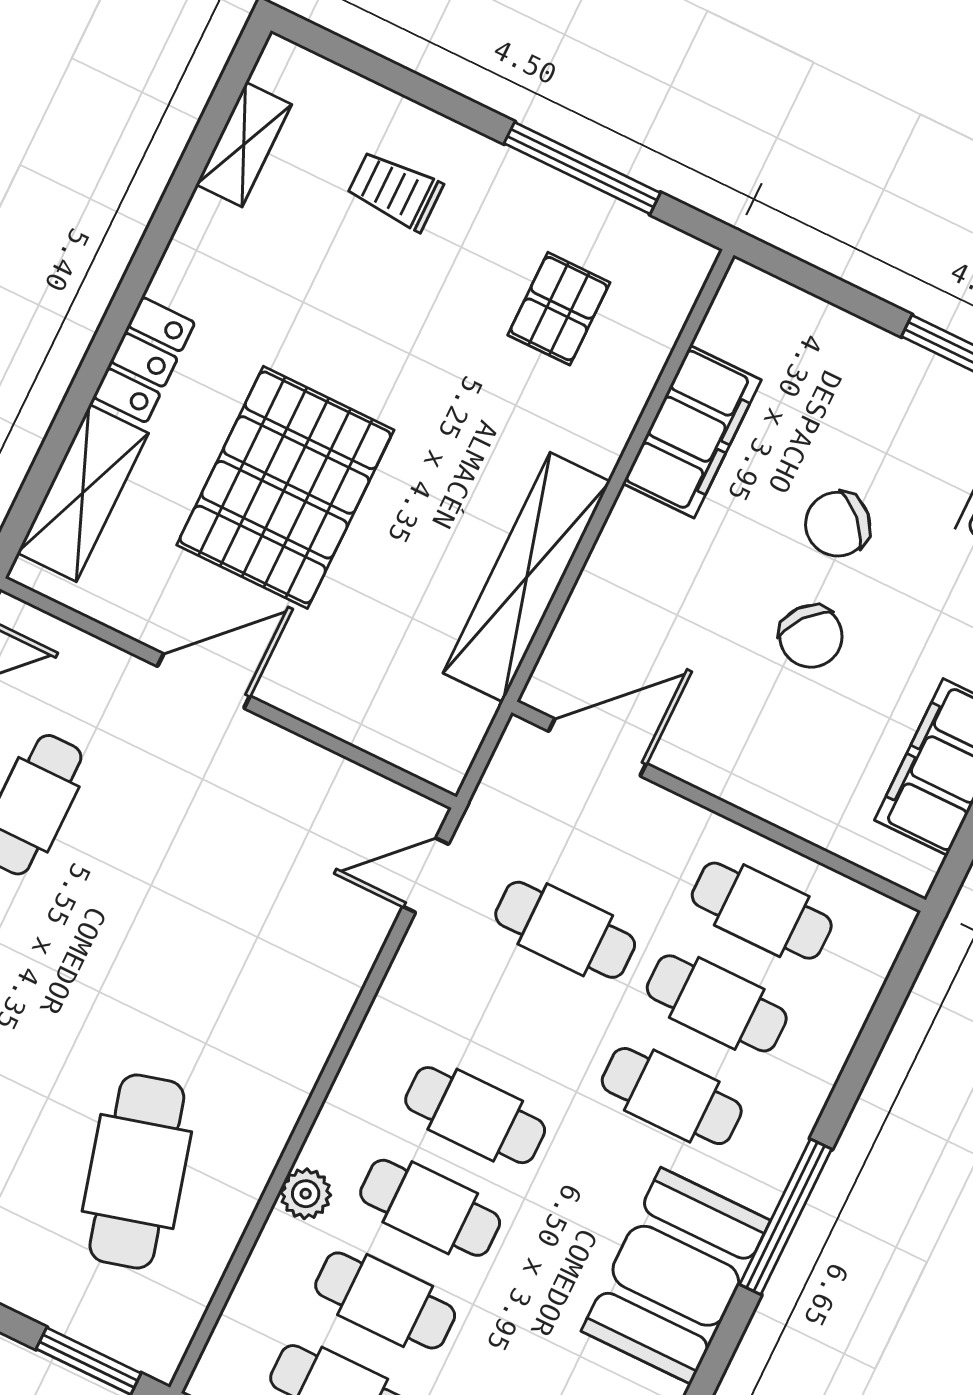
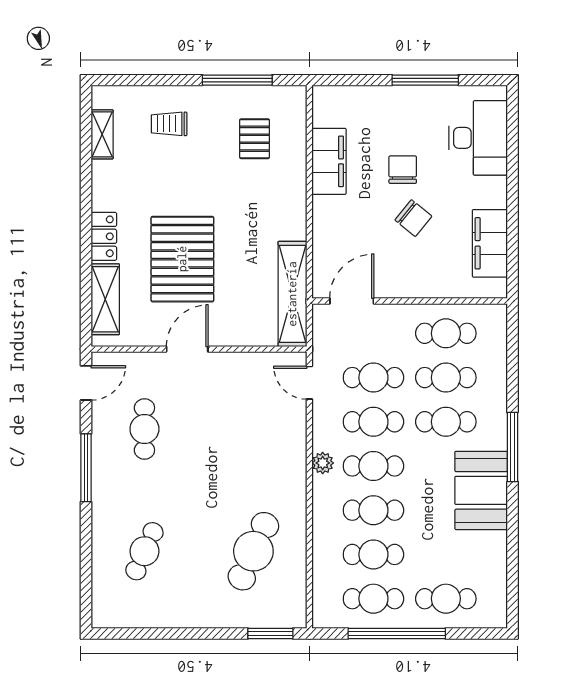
chair: (838, 524) -> (403, 170), turned 135
shelving: (527, 577) -> (292, 294), moved
door: (426, 875) -> (309, 383), hinge flipped
cafe table: (520, 1022) -> (373, 422), added
cafe table: (137, 1171) -> (253, 551), turned 39
plant: (306, 1194) -> (323, 463), moved

